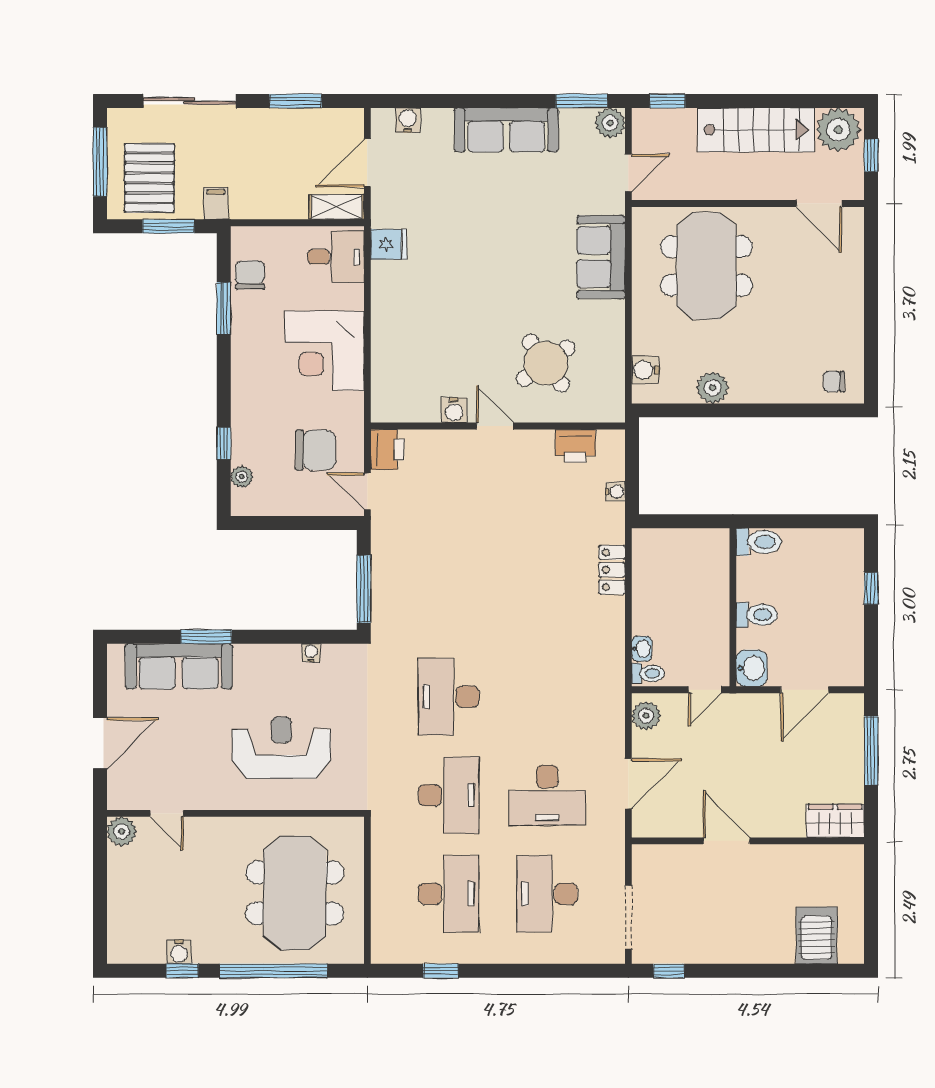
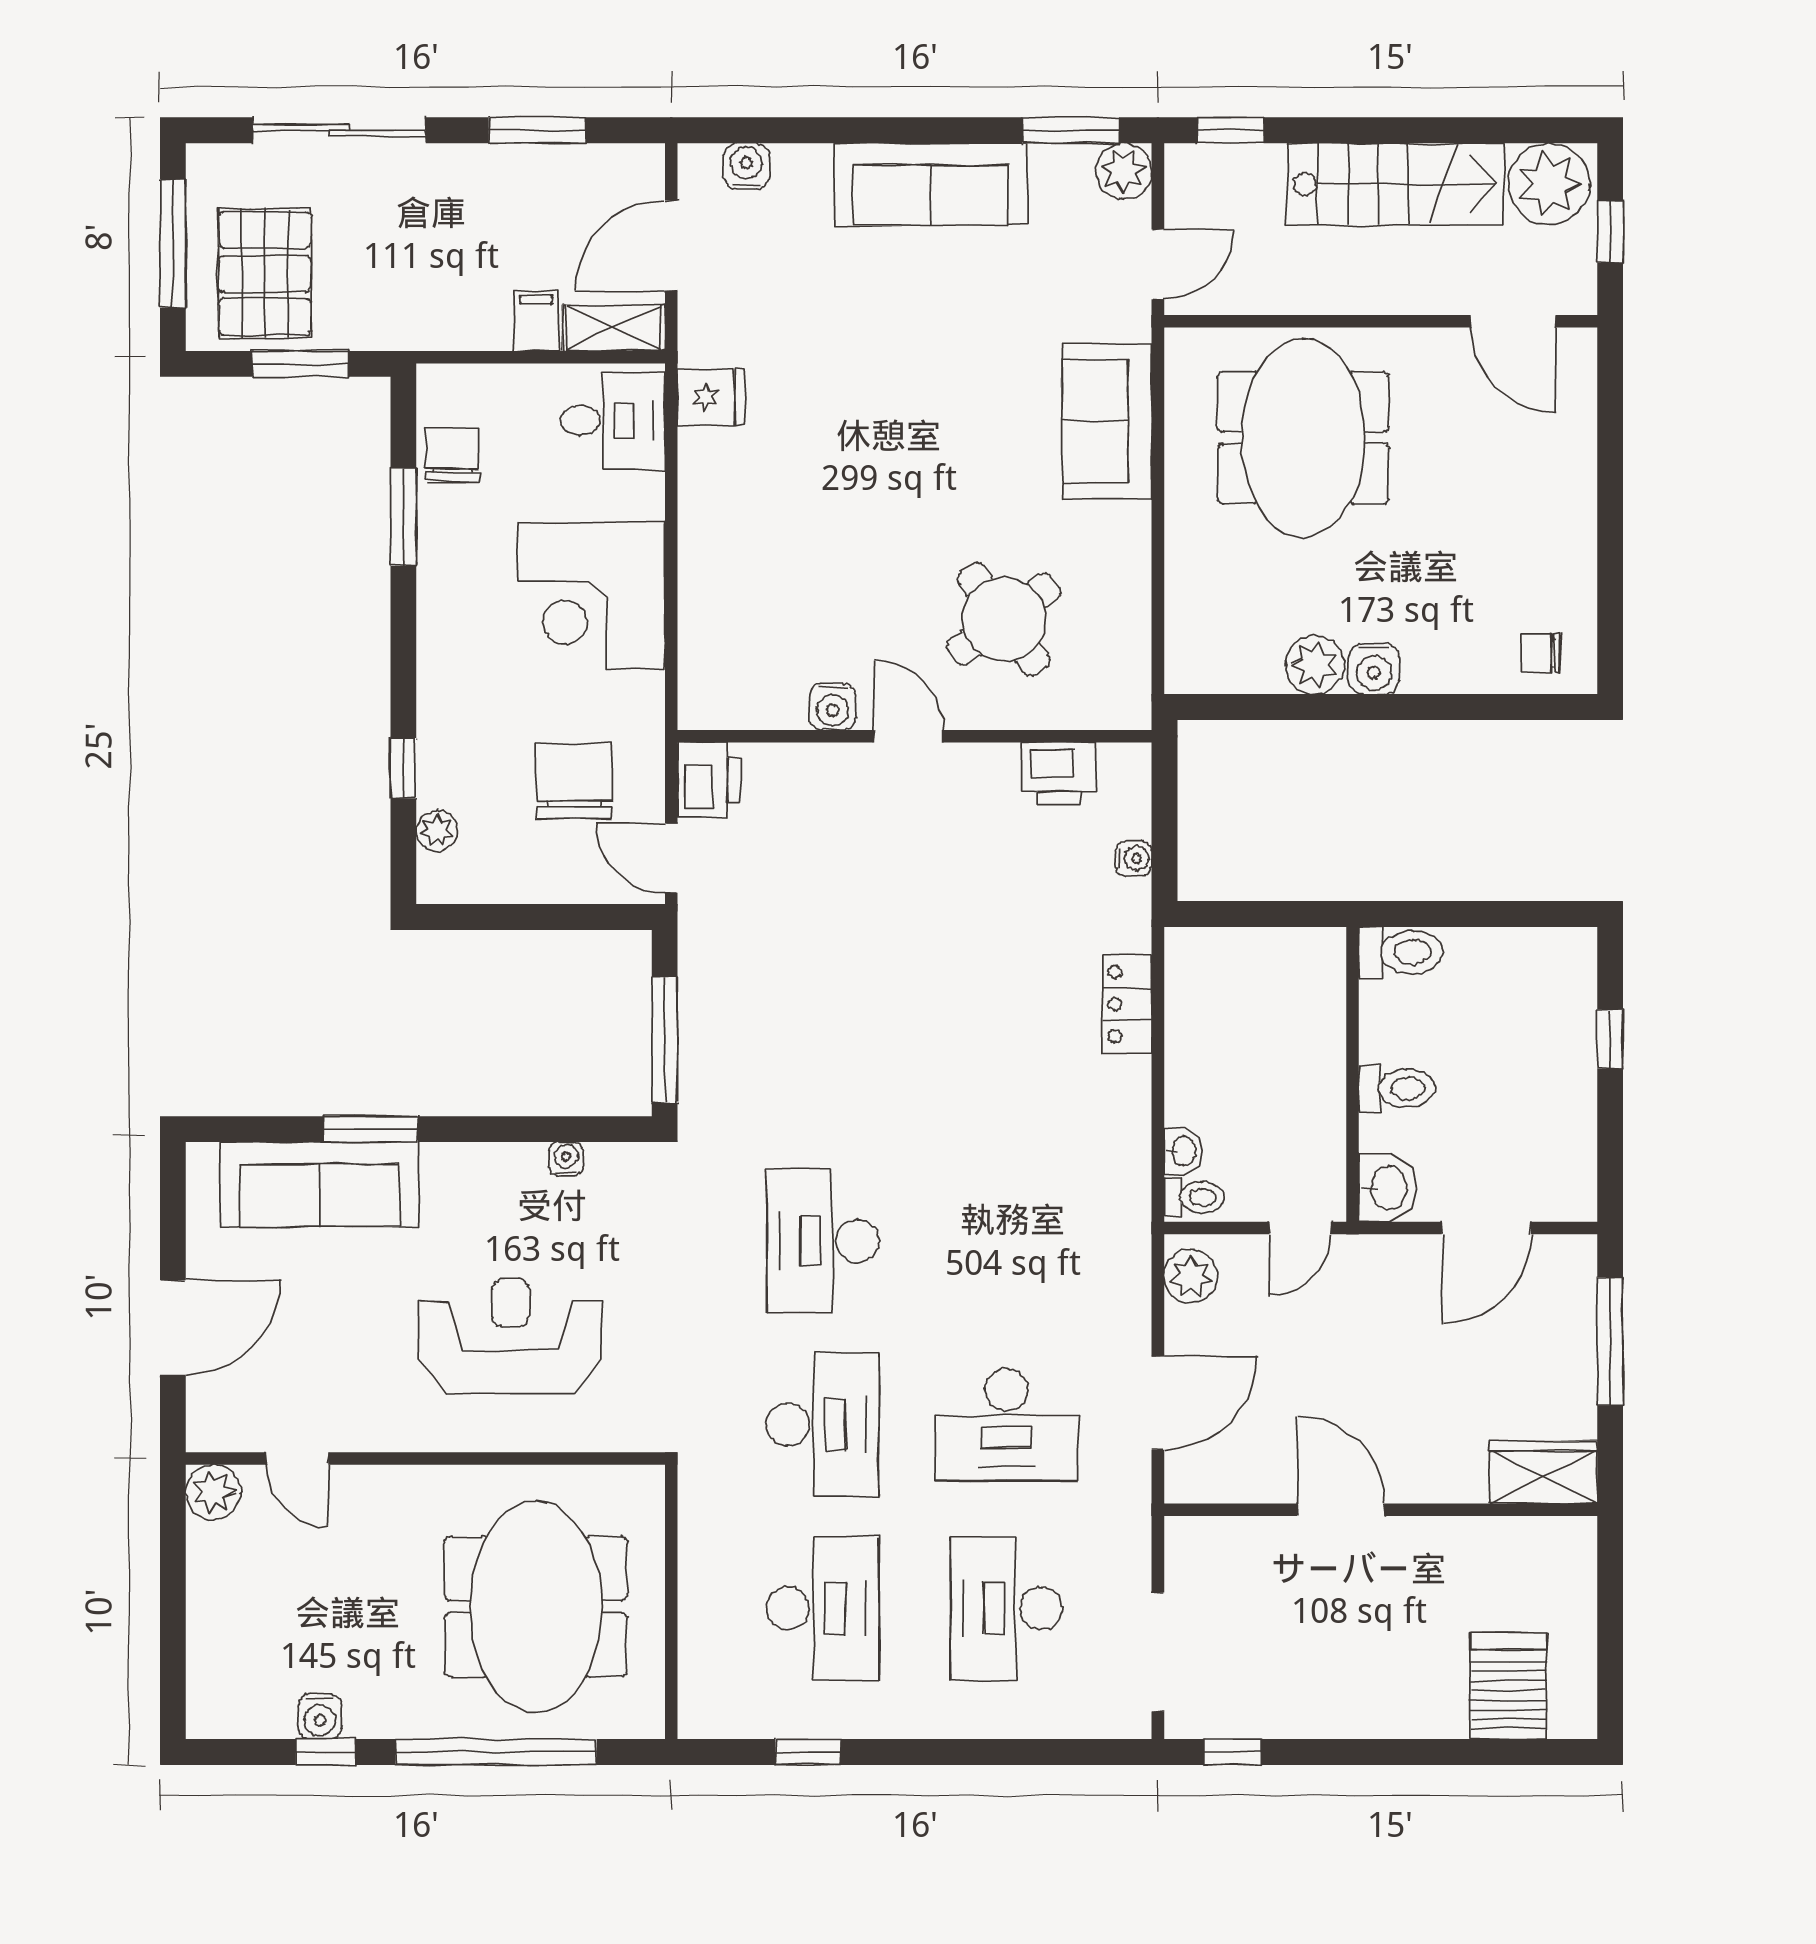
filing cabinet: (216, 203) -> (536, 321), moved
water cooler: (645, 370) -> (1374, 669), moved, turned -90
chair: (315, 450) -> (574, 781), turned -90

